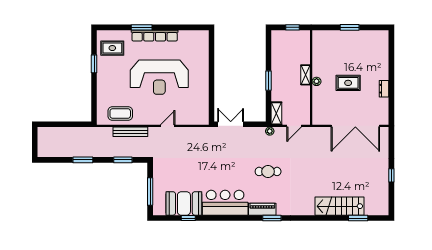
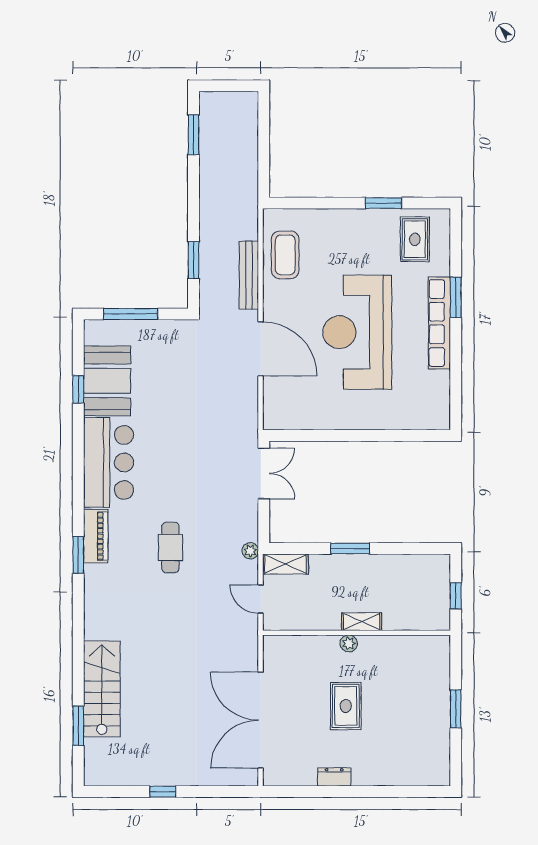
door: (168, 126) -> (261, 349), width x1.88
window: (83, 160) -> (193, 135), moved

